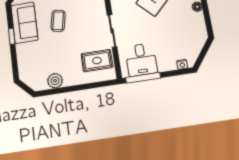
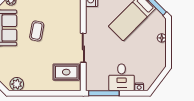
desk: (141, 60) -> (122, 77), moved
plant: (55, 81) -> (17, 84), moved

